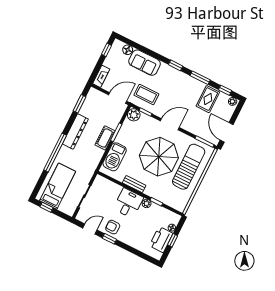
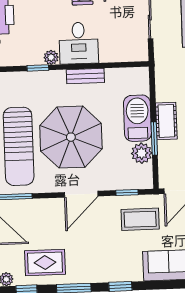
rug: (208, 99) -> (45, 263), turned 90
plant: (134, 115) -> (142, 153), moved
barbecue: (115, 157) -> (137, 118), moved

